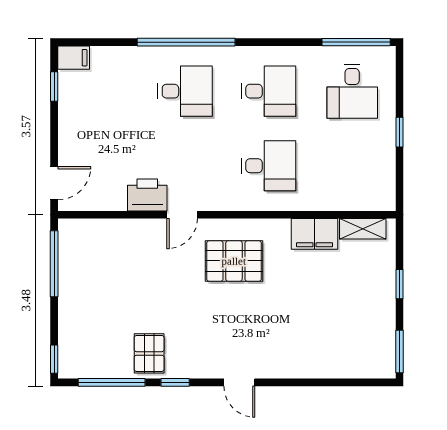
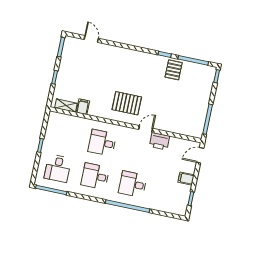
filing cabinet: (74, 58) -> (186, 179), moved
desk: (352, 91) -> (58, 168), turned 180
filing cabinet: (315, 234) -> (83, 107), width x0.50
door: (239, 382) -> (91, 39), moved

